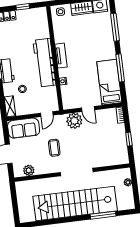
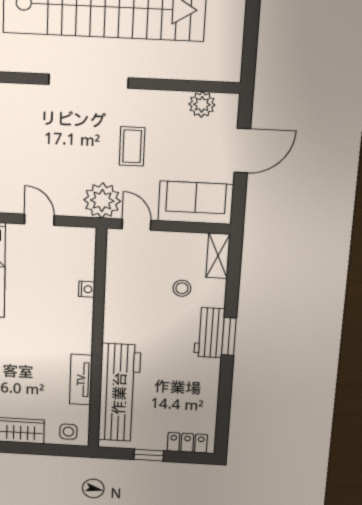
tv unit: (61, 56) -> (81, 380), moved
workbench: (44, 63) -> (119, 393), moved
door: (47, 114) -> (136, 225), hinge flipped
plant: (74, 121) -> (102, 200), moved

